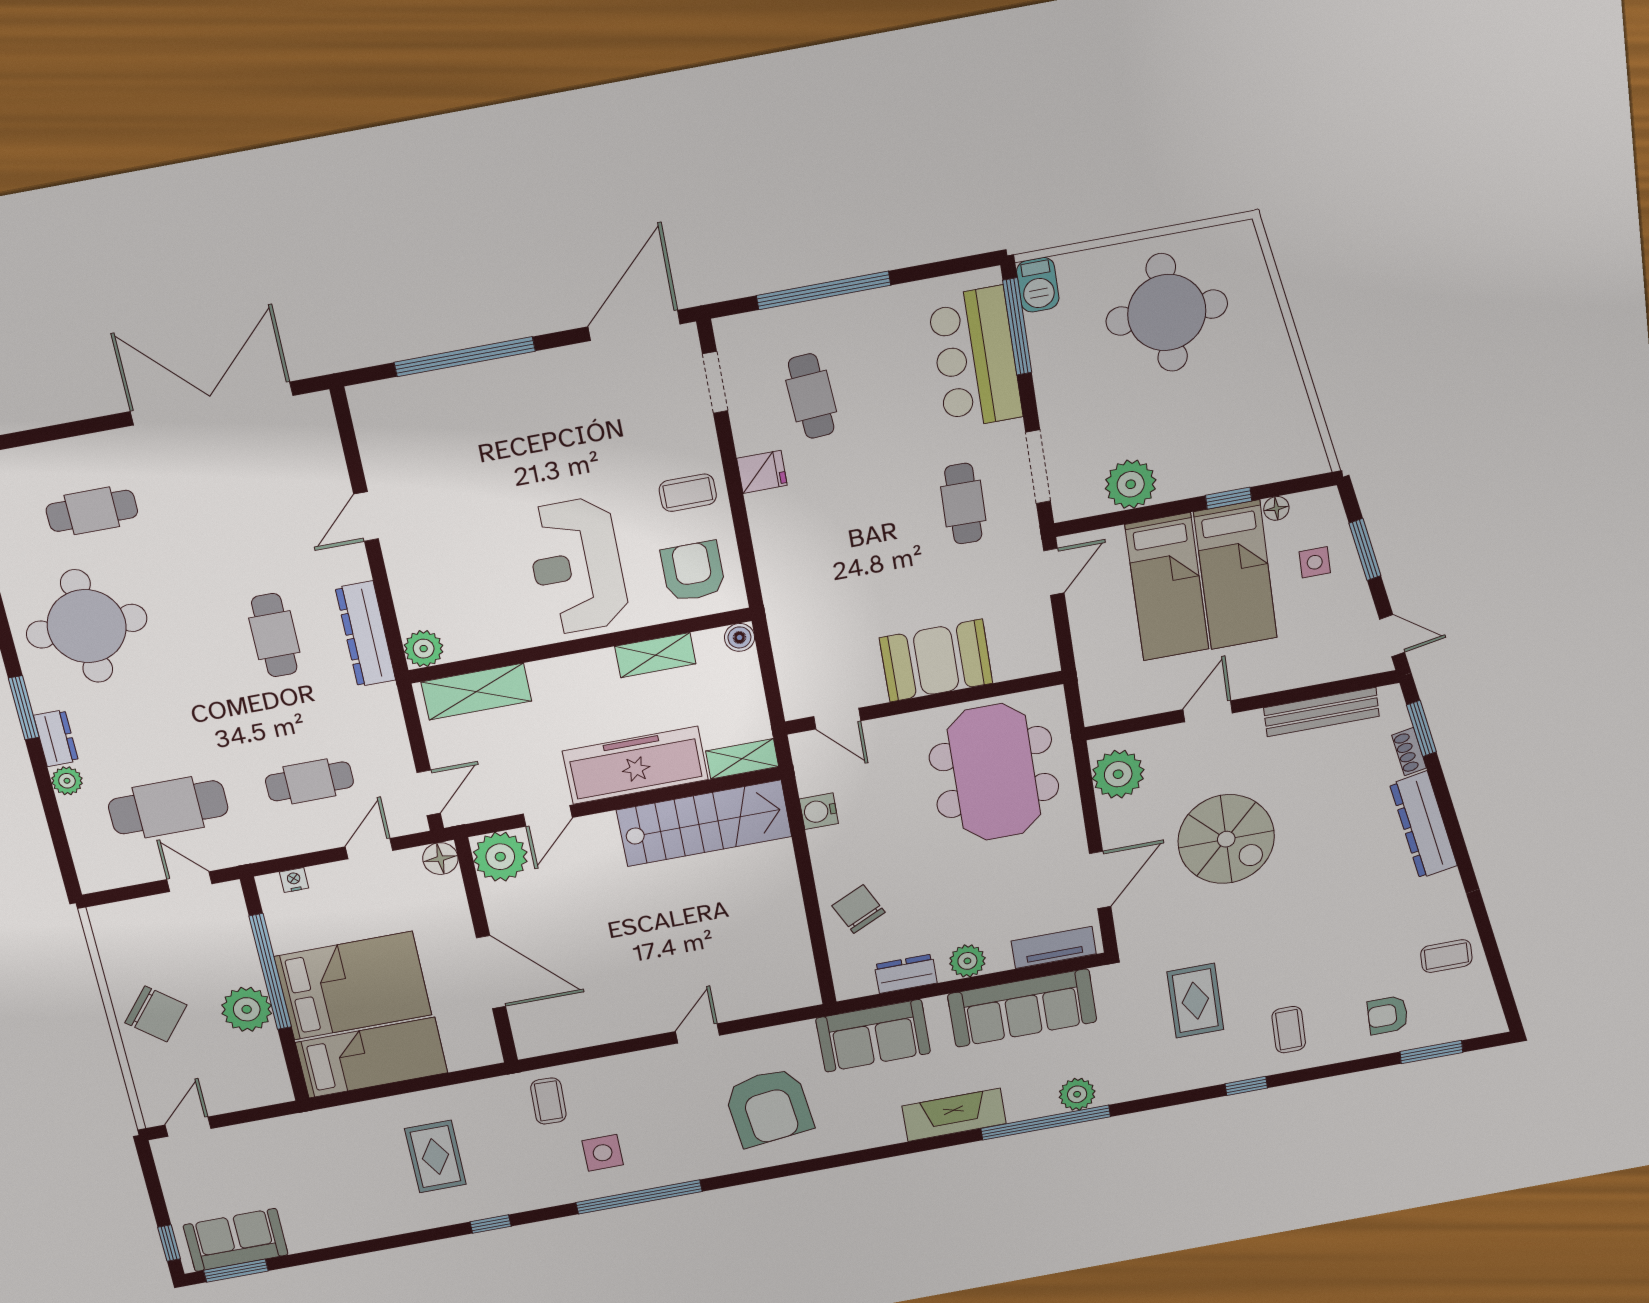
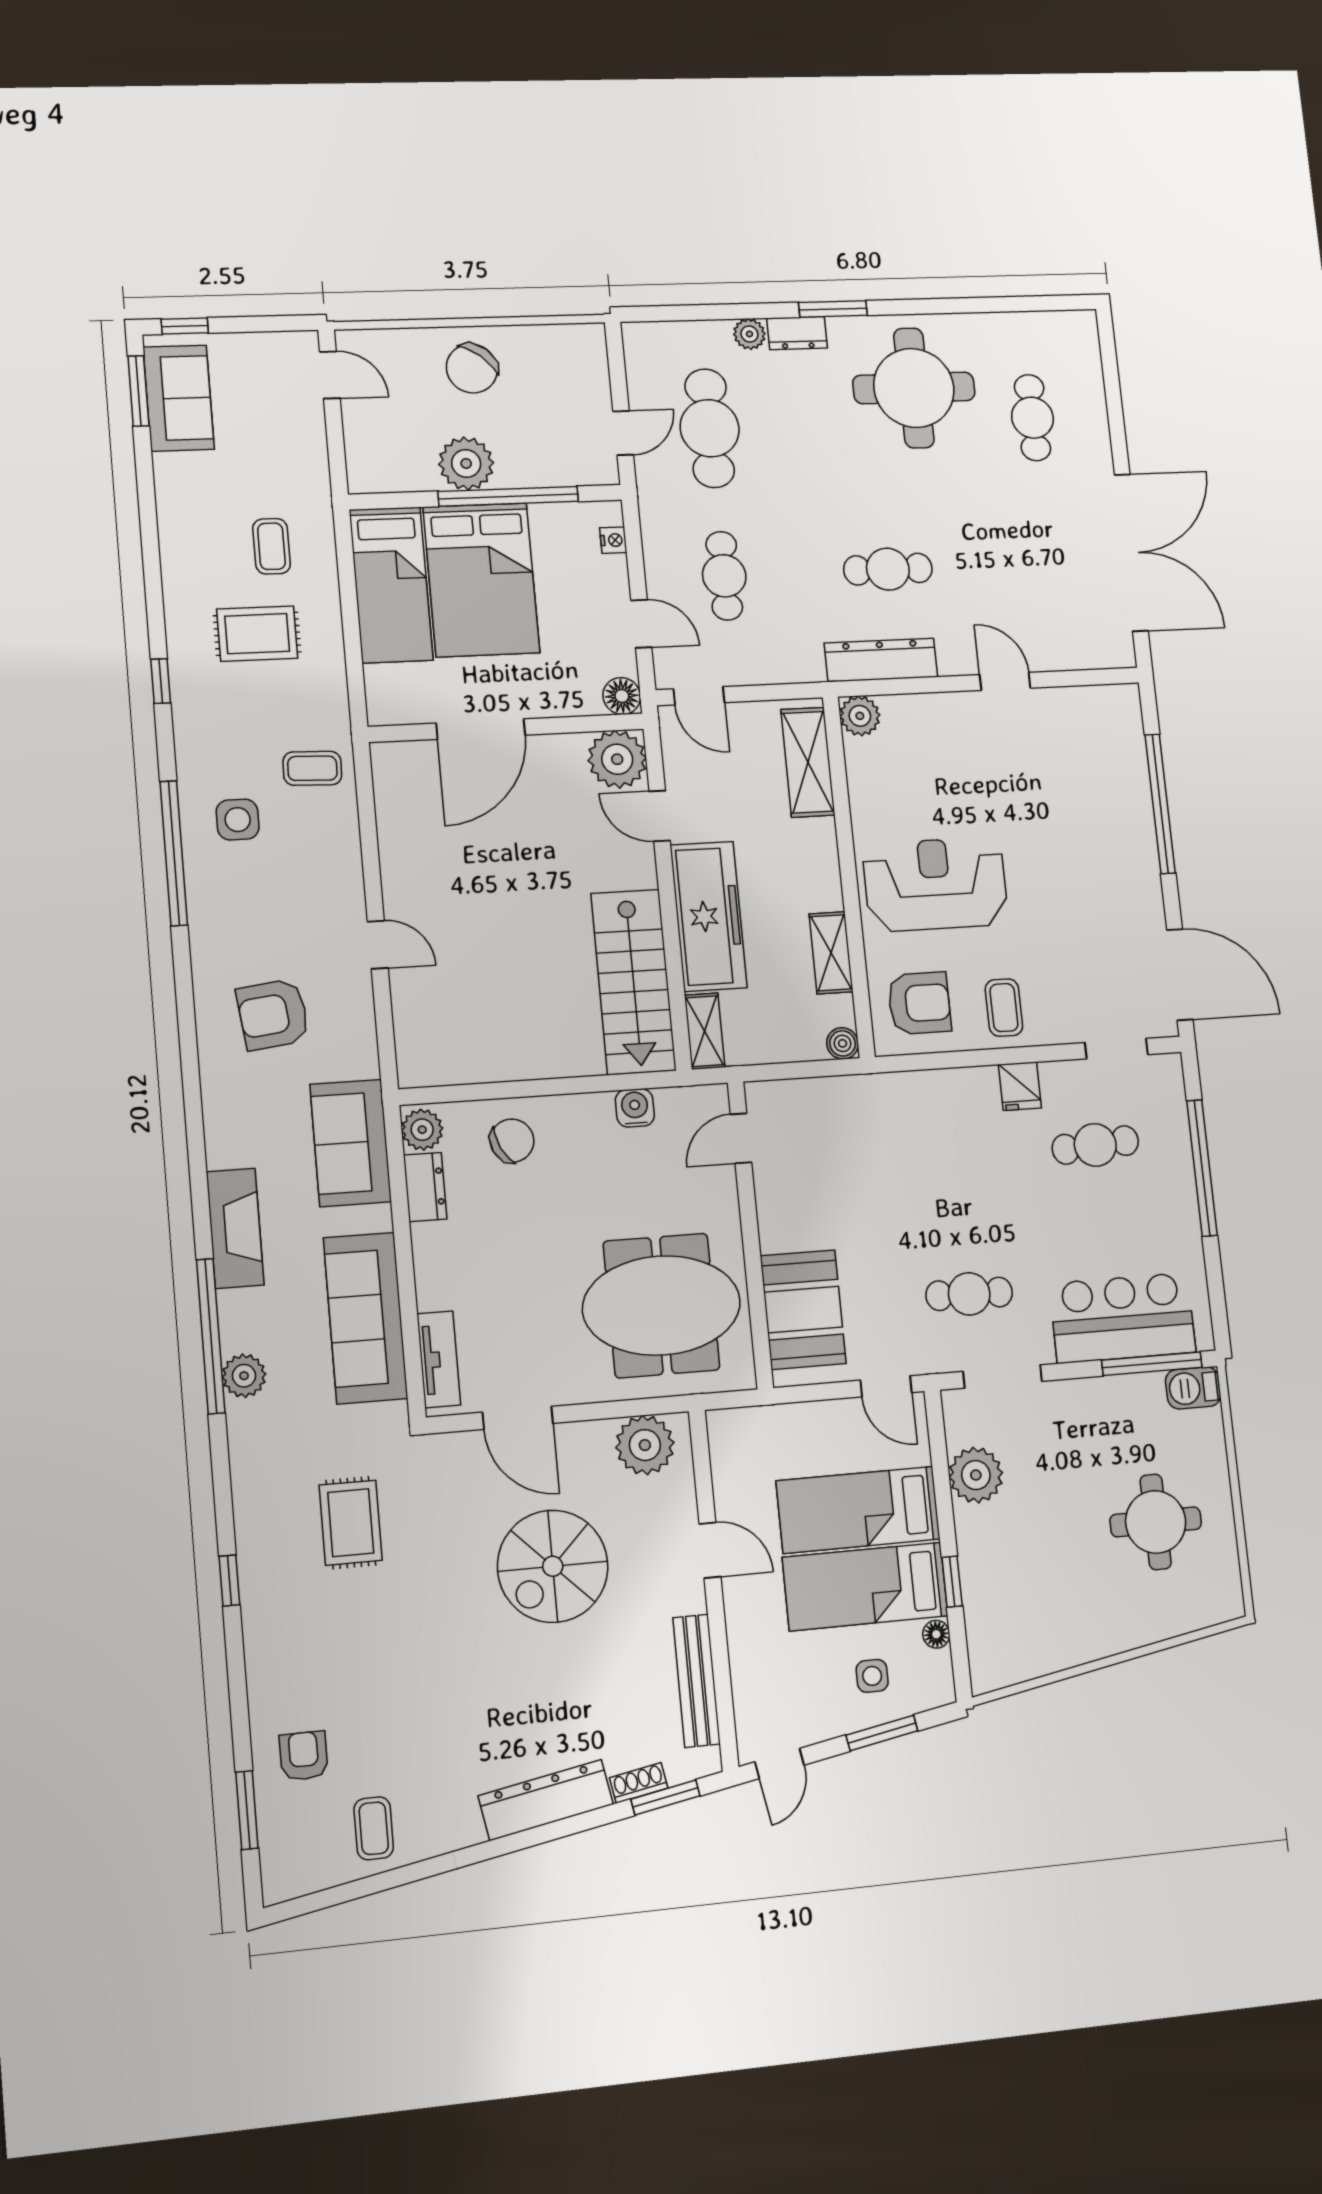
round table: (1167, 313) -> (1156, 1522), width x0.73, depth x0.73
booth: (936, 661) -> (803, 1310), moved
plant: (967, 961) -> (422, 1130), moved
rug: (1195, 1001) -> (351, 1523), turned 90
coffee table: (1289, 1030) -> (271, 546), moved, turned 90
armchair: (769, 1107) -> (273, 1014), width x0.73, depth x0.73

